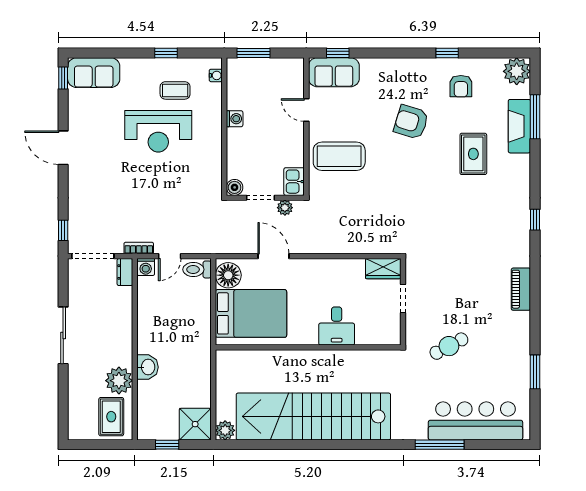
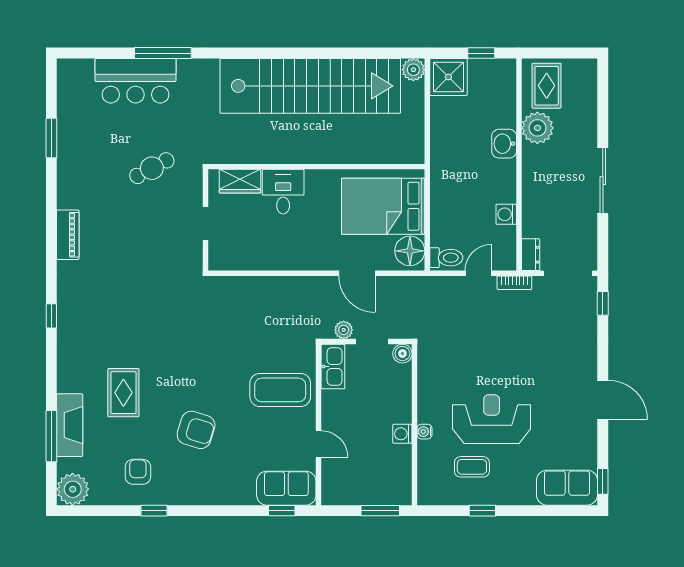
water cooler: (216, 75) -> (424, 432), moved
kitchen sink: (294, 182) -> (333, 366), width x1.38
washing machine: (146, 267) -> (506, 214), moved, turned -90
wardrobe: (383, 269) -> (240, 181), moved, turned 180
bar counter: (475, 421) -> (136, 81), width x0.73

